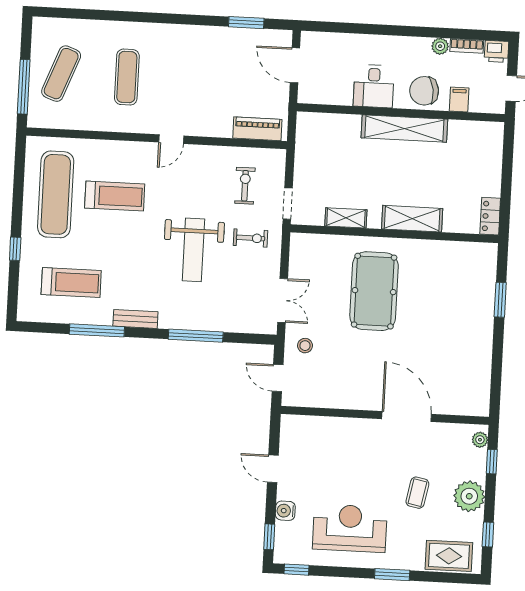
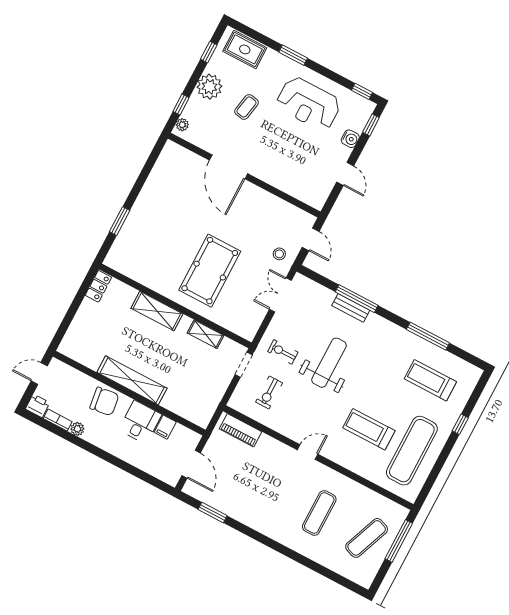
filing cabinet: (459, 100) -> (165, 427), moved
bench: (135, 319) -> (351, 308), moved

